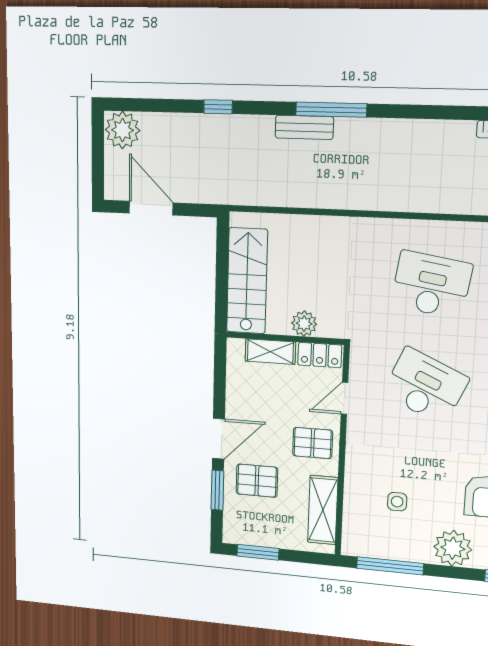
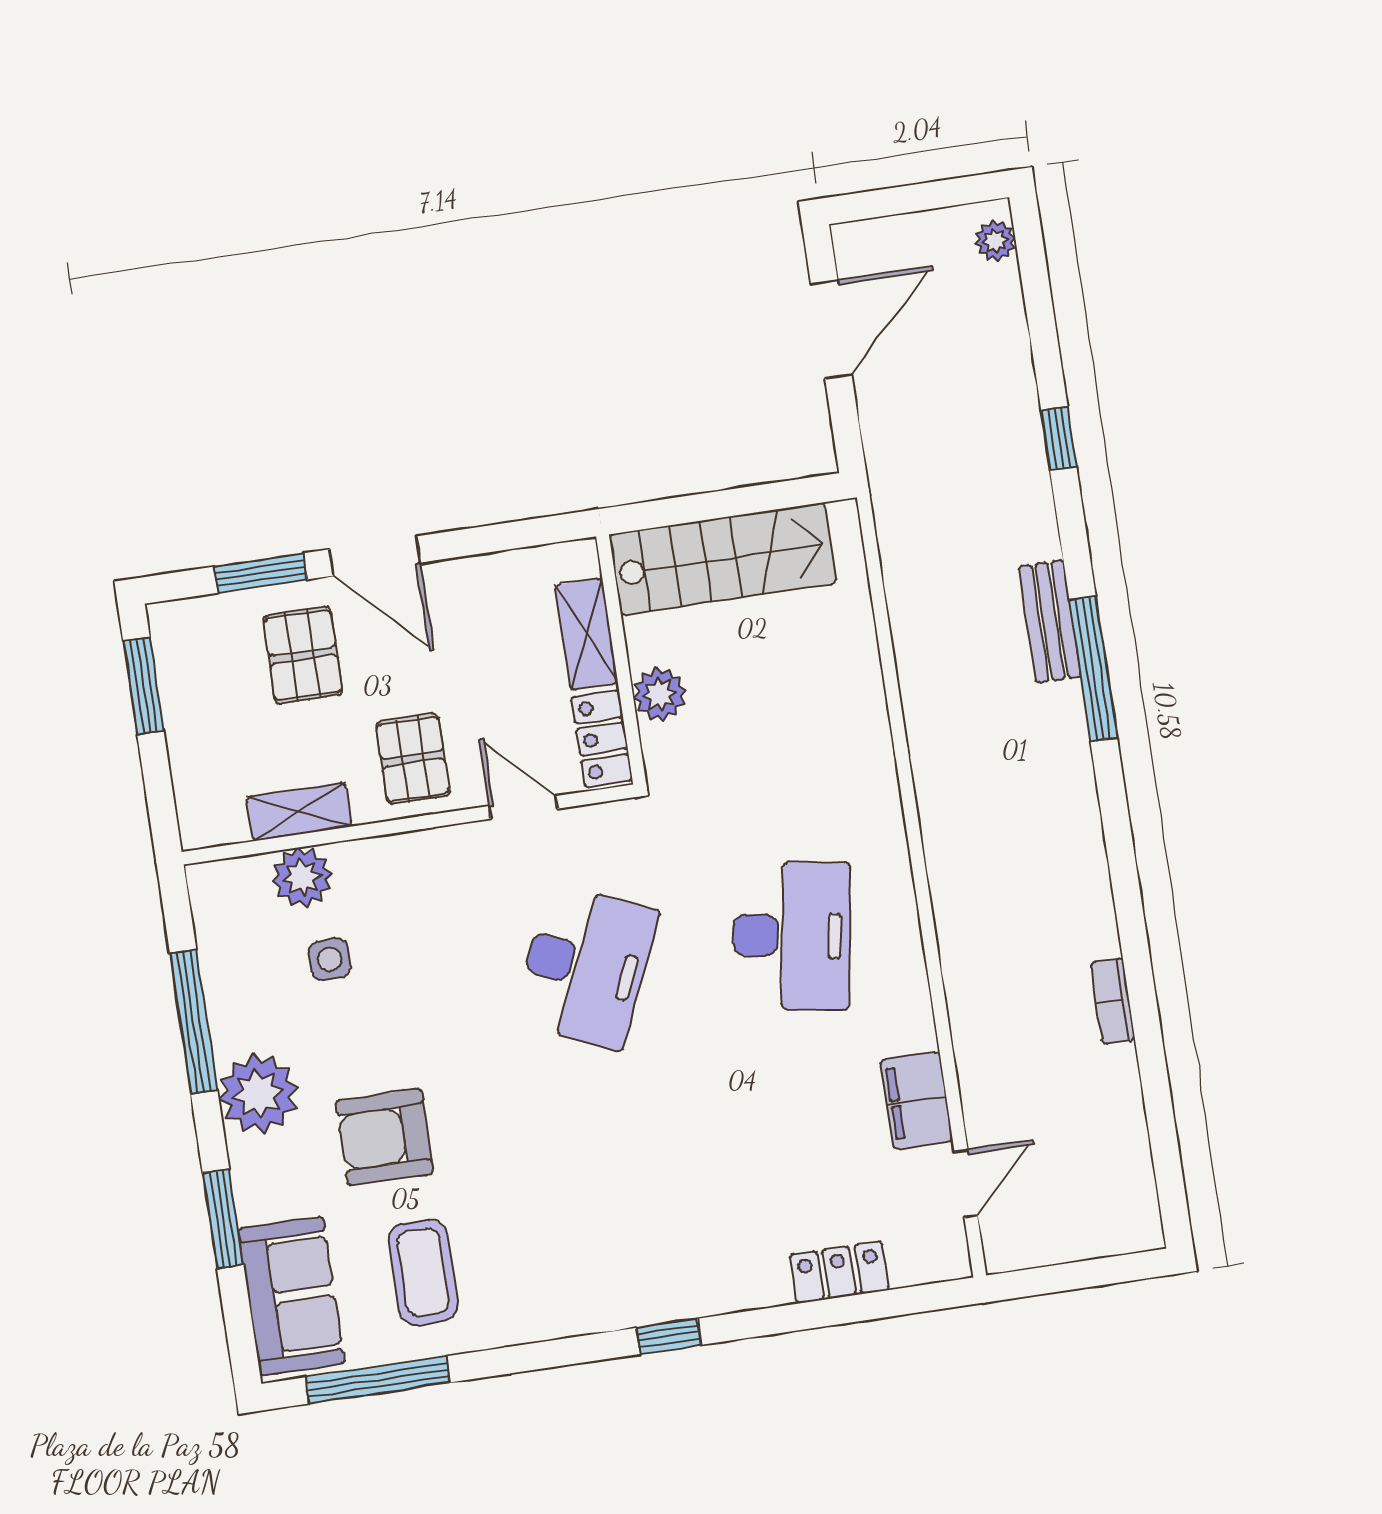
plant: (122, 130) -> (995, 241), width x0.53, depth x0.53
plant: (357, 505) -> (302, 877), added
shelving: (323, 510) -> (299, 812), width x0.67, depth x0.75
window: (390, 566) -> (194, 1022), moved

